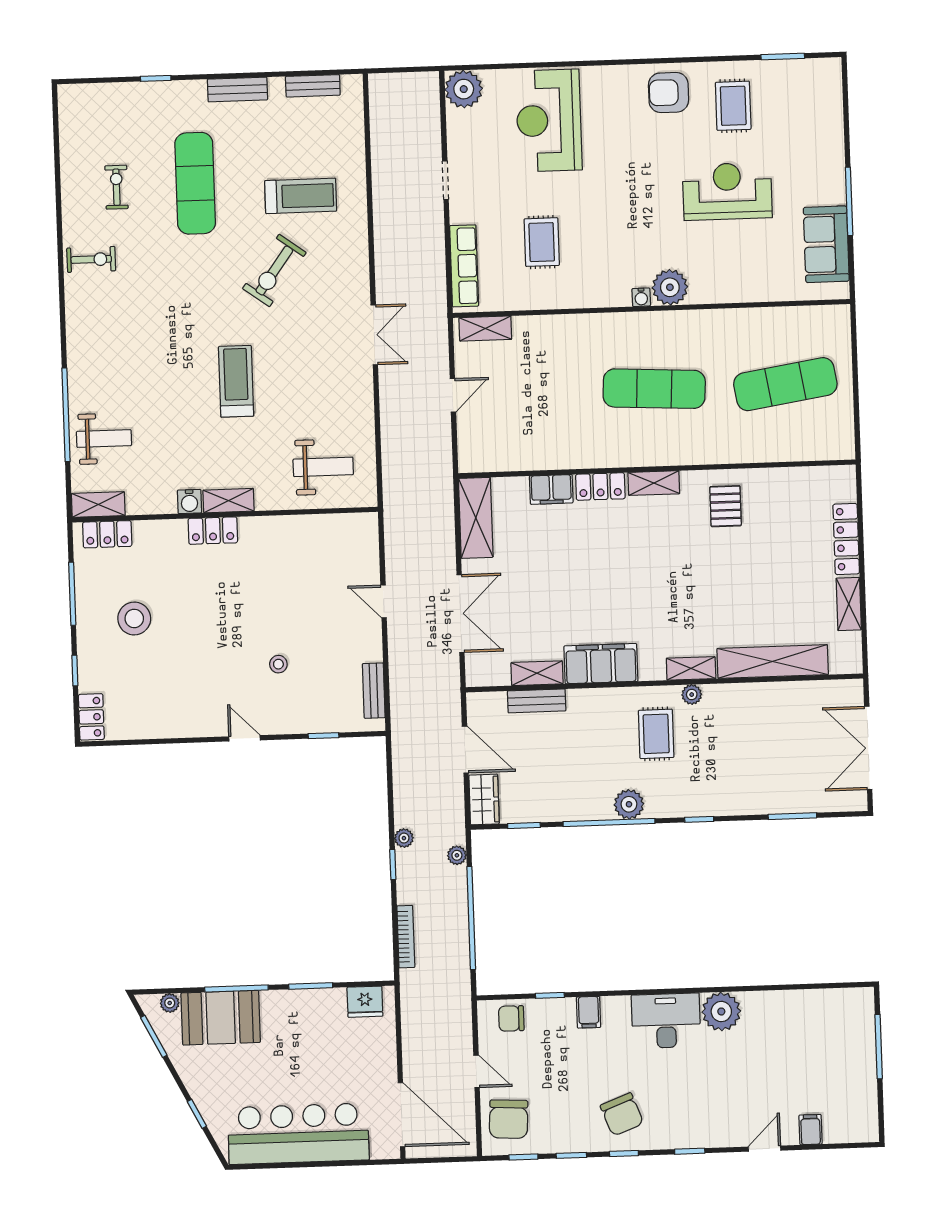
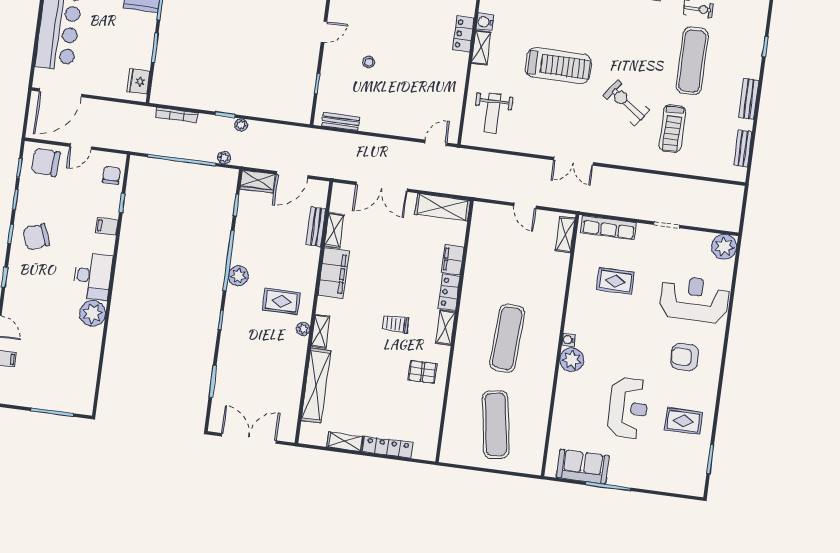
armchair: (669, 93) -> (685, 357), moved, turned -90
exercise mat: (195, 183) -> (692, 61), turned 90
treadmill: (236, 381) -> (558, 66), width x1.37, depth x1.38
trolley: (661, 559) -> (395, 324), added
door: (384, 601) -> (436, 143), moved

